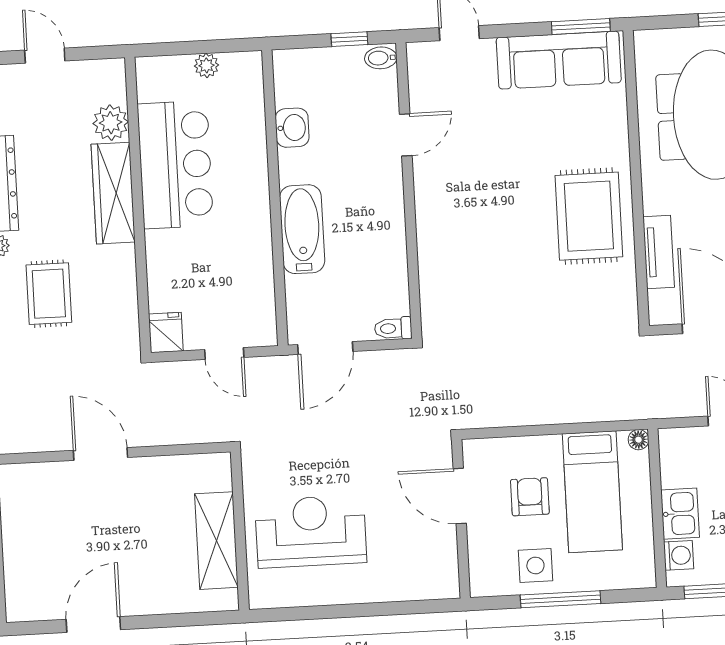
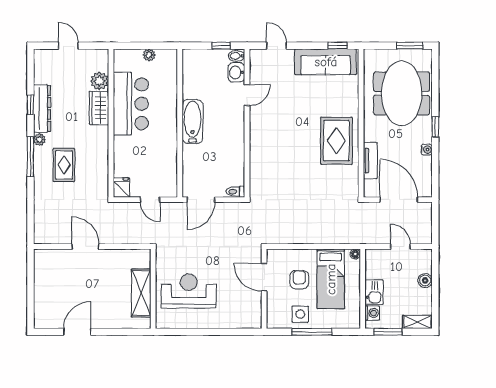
window: (581, 27) -> (338, 46), width x0.67
washbasin: (292, 128) -> (236, 72), moved, turned 180
wardrobe: (113, 193) -> (99, 108), width x0.67
bathtub: (302, 229) -> (192, 121), moved

